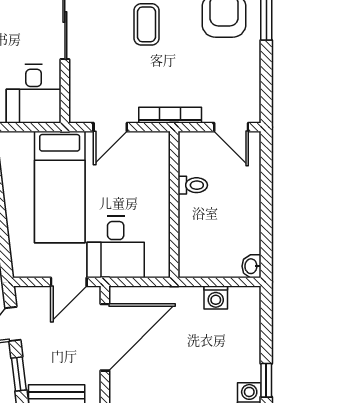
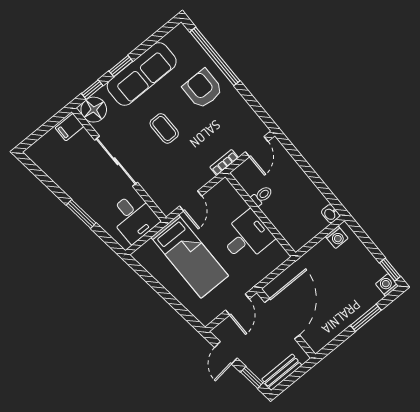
bookcase: (170, 115) -> (224, 162), width x0.64
door: (231, 127) -> (257, 147), hinge flipped
desk: (116, 247) -> (247, 237), moved, turned -90
washing machine: (216, 298) -> (337, 237), moved

